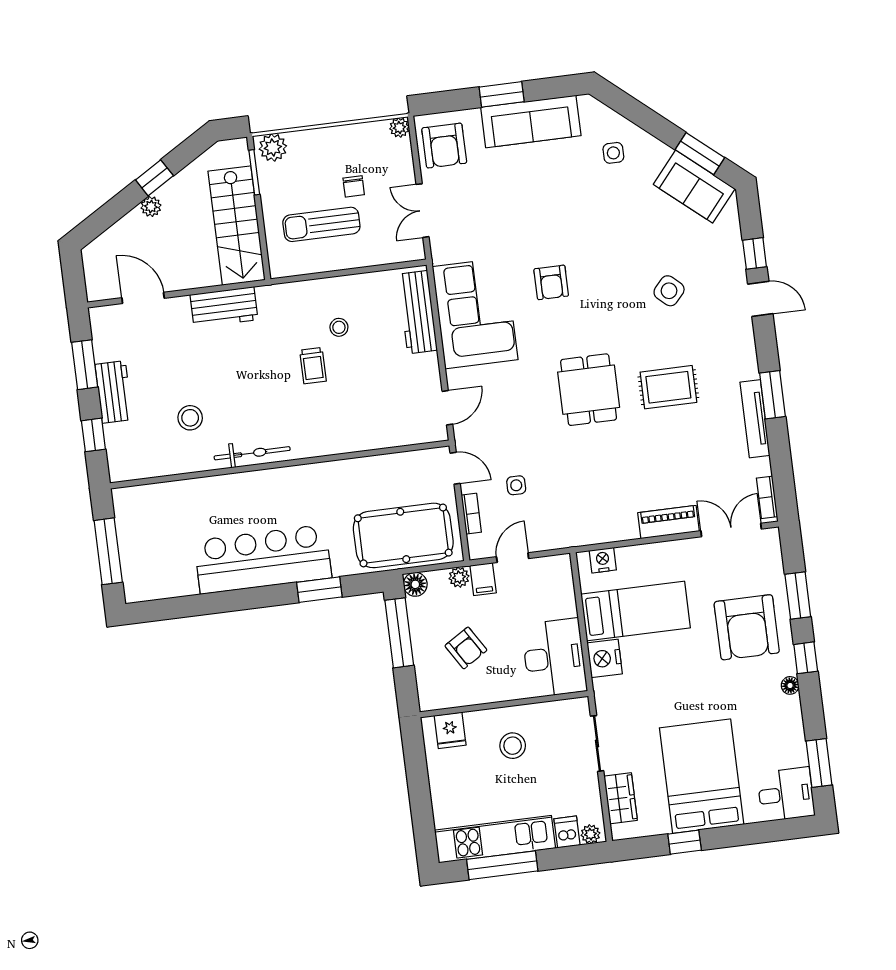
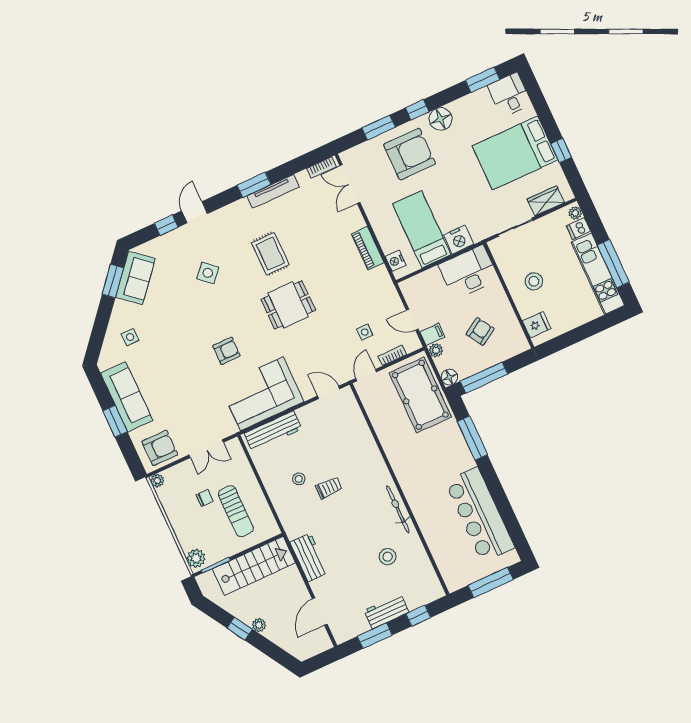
piano: (669, 522) -> (368, 248), moved
bar counter: (263, 559) -> (480, 515), moved
window: (319, 590) -> (472, 438), width x1.44
floor lamp: (790, 685) -> (441, 119), width x1.89, depth x1.89

